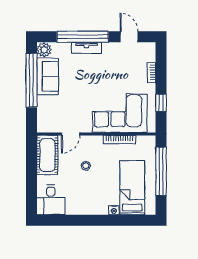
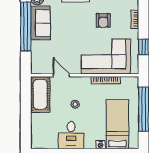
armchair: (117, 74) -> (103, 20), added
door: (71, 134) -> (61, 75), swing flipped
desk: (51, 200) -> (71, 135), moved

